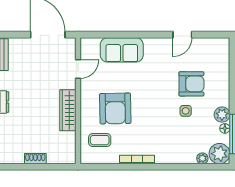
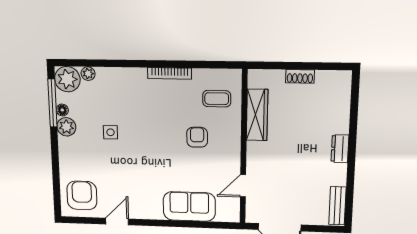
armchair: (191, 84) -> (82, 195), moved, turned 90
armchair: (115, 108) -> (197, 137), width x0.53, depth x0.53
wardrobe: (68, 110) -> (257, 115), moved

